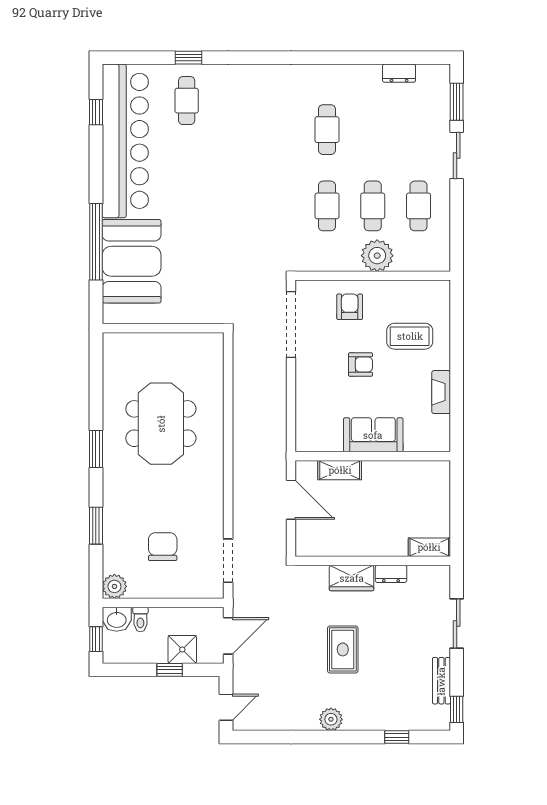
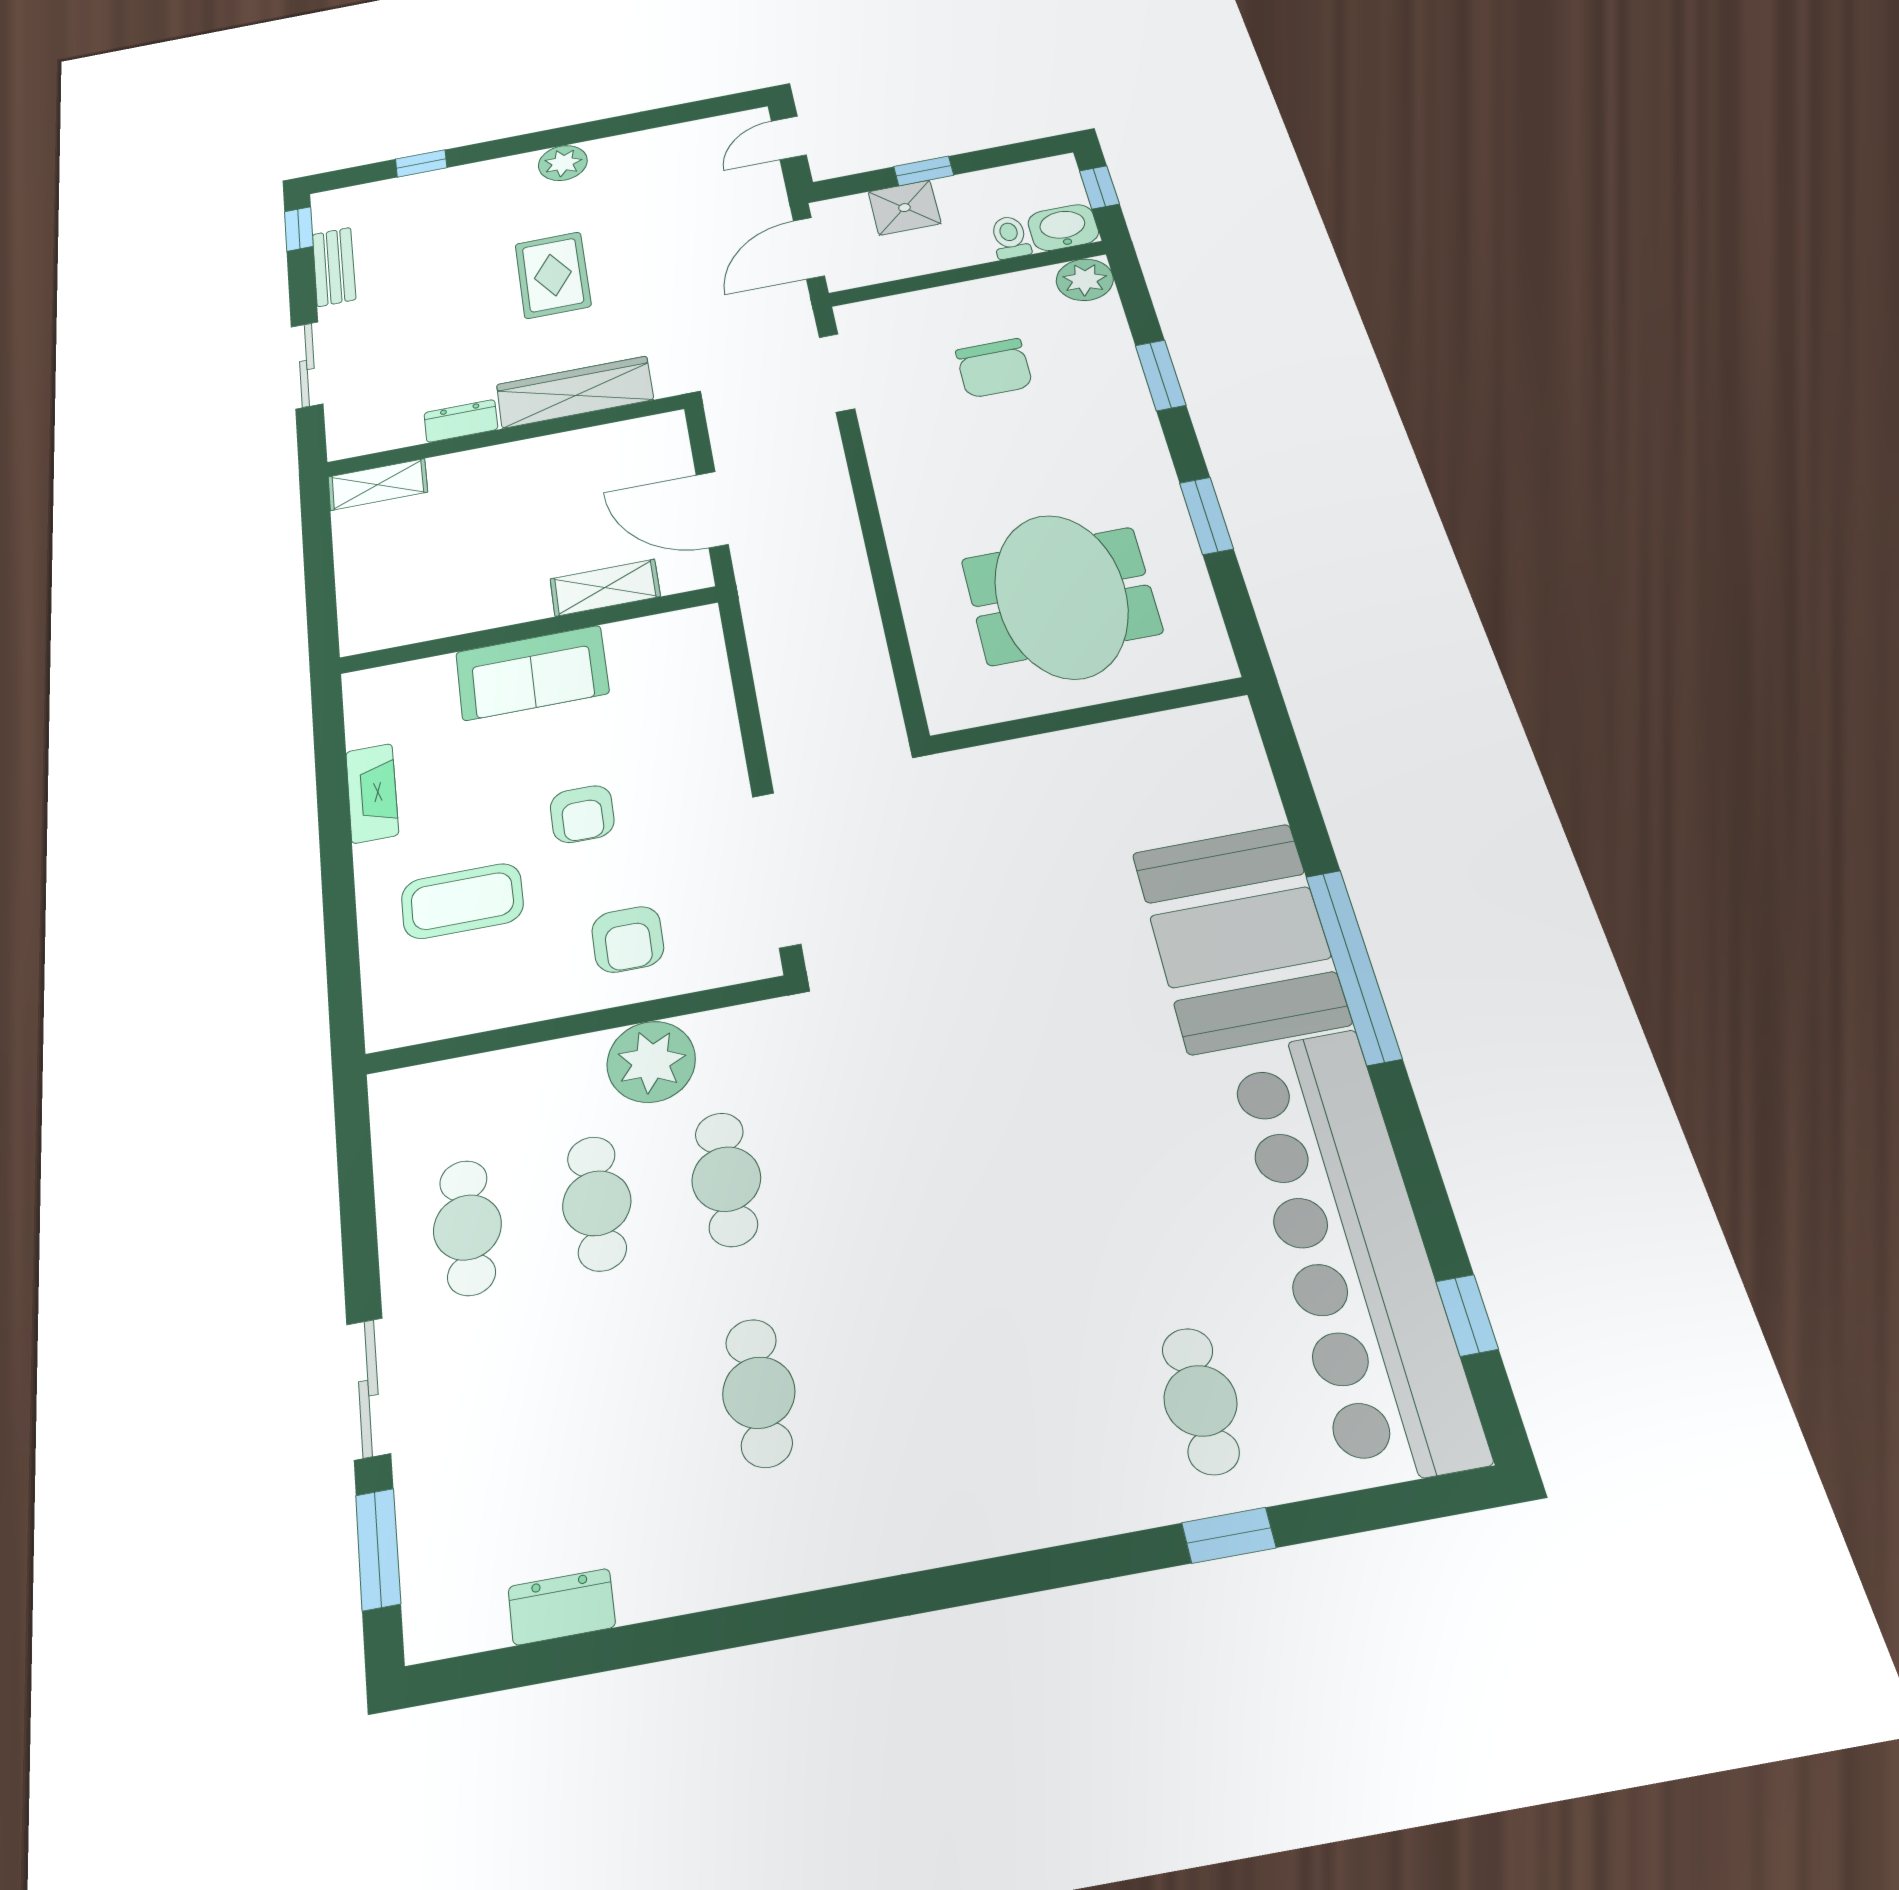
plant: (377, 256) -> (651, 1062), moved
wall: (163, 328) -> (1088, 715), moved
armchair: (361, 365) -> (582, 814), turned -90
wardrobe: (352, 578) -> (575, 392), width x1.50

